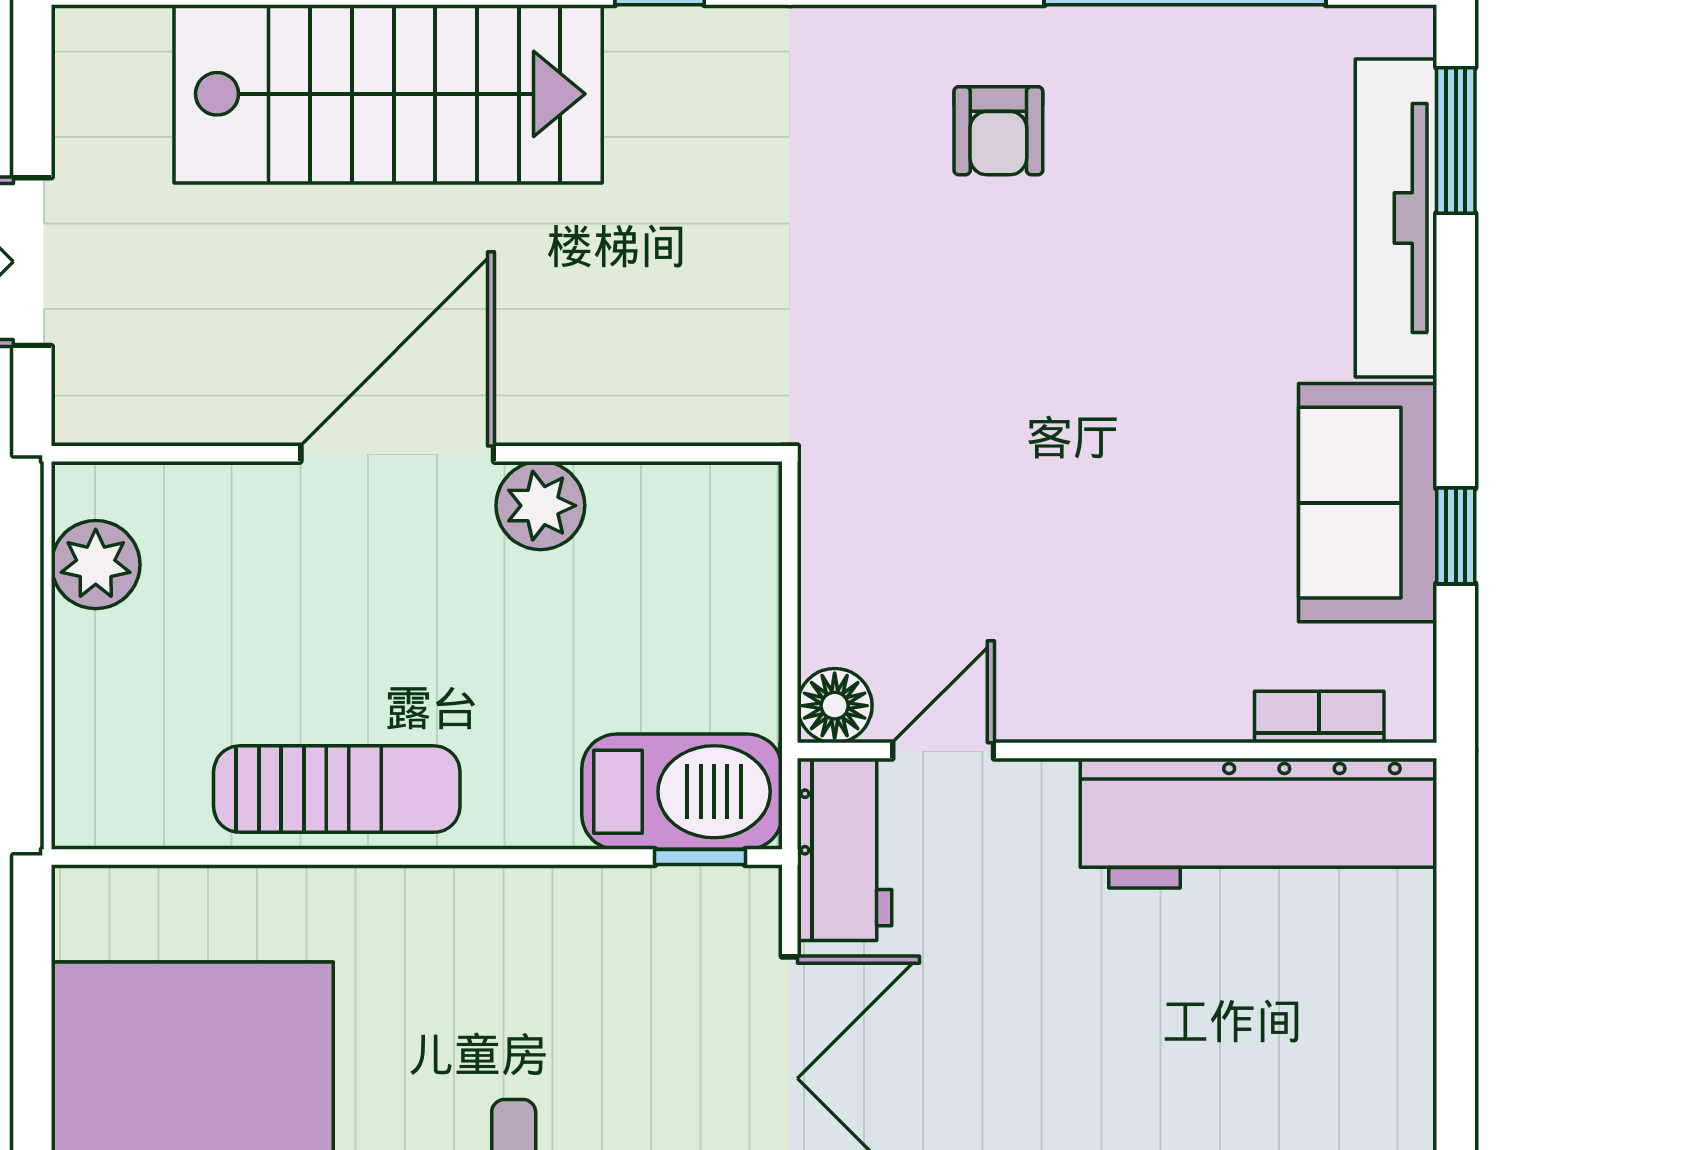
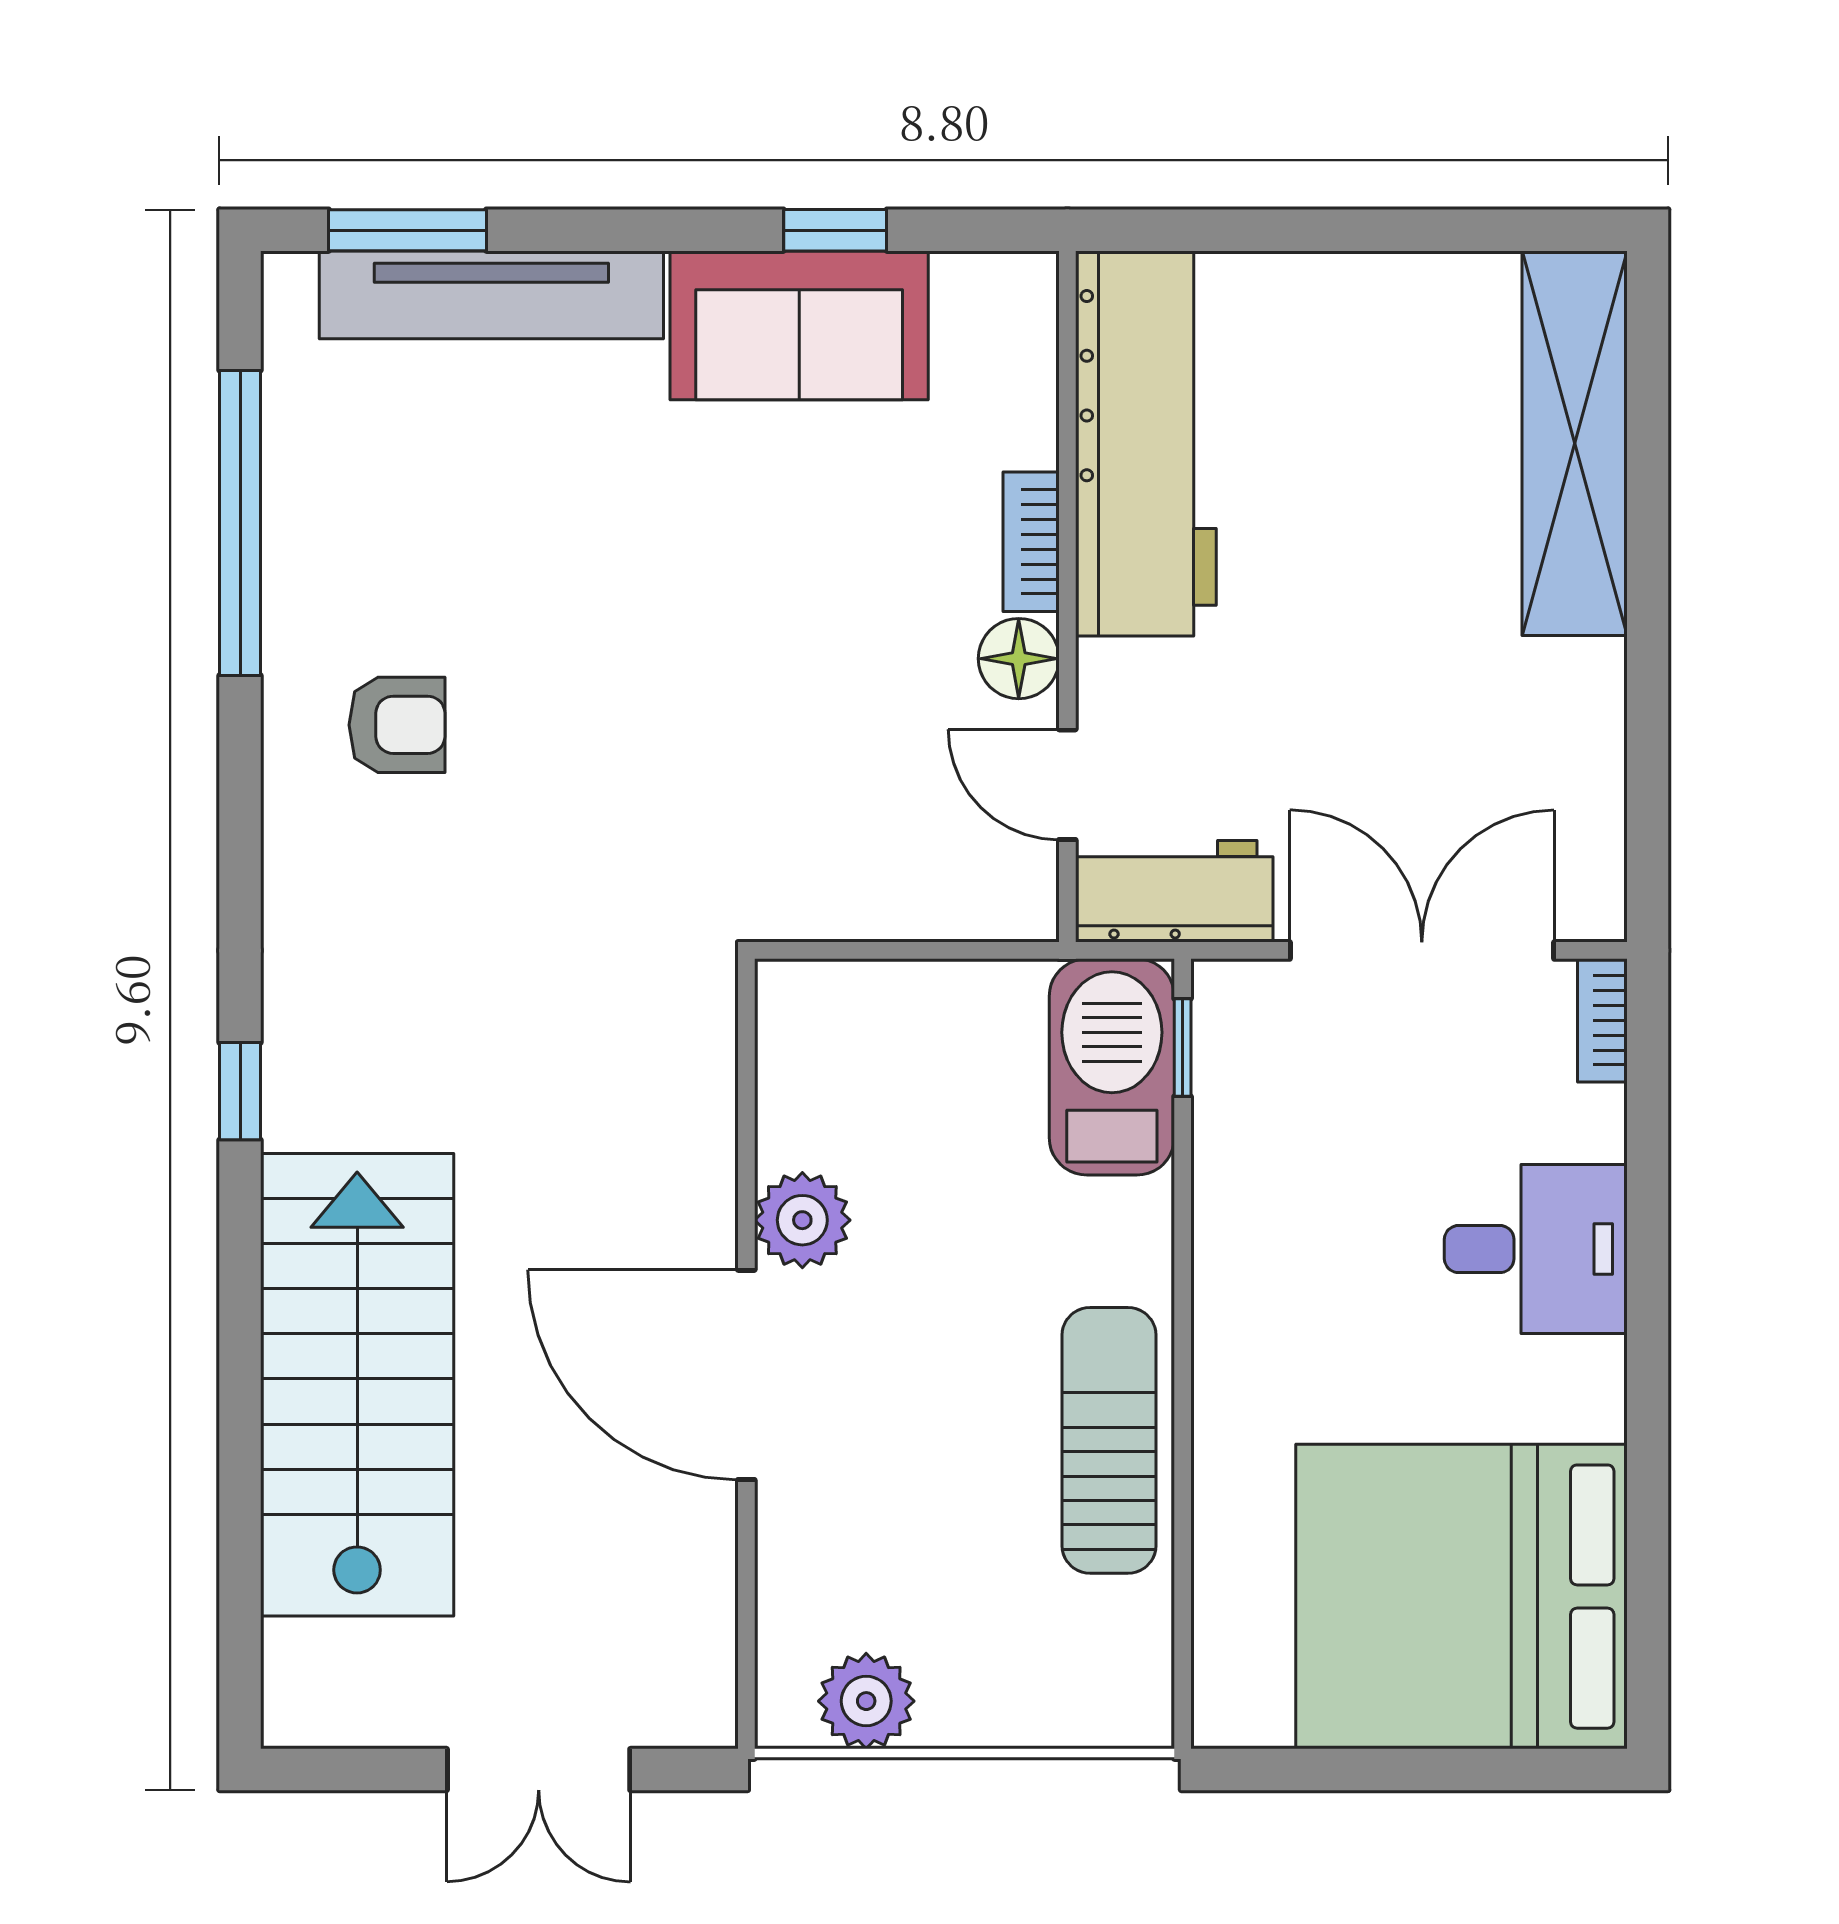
floor lamp: (835, 706) -> (1019, 659), moved
bookcase: (1319, 717) -> (1031, 542), moved

